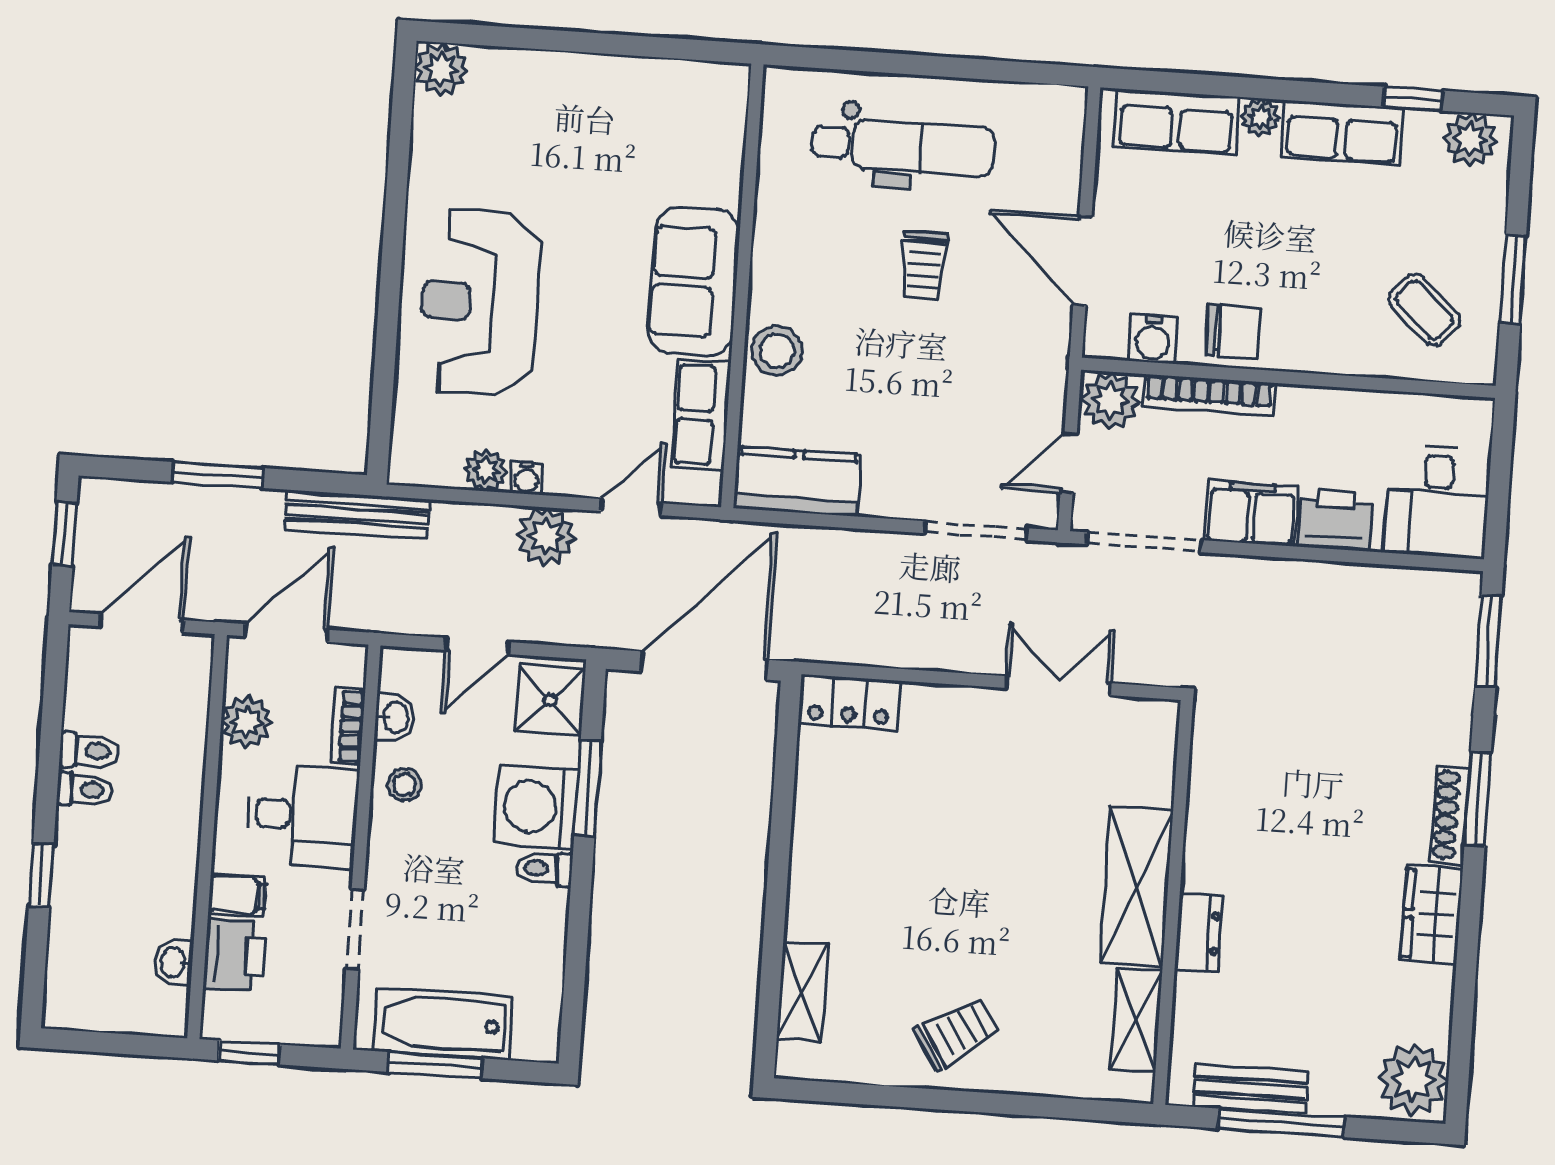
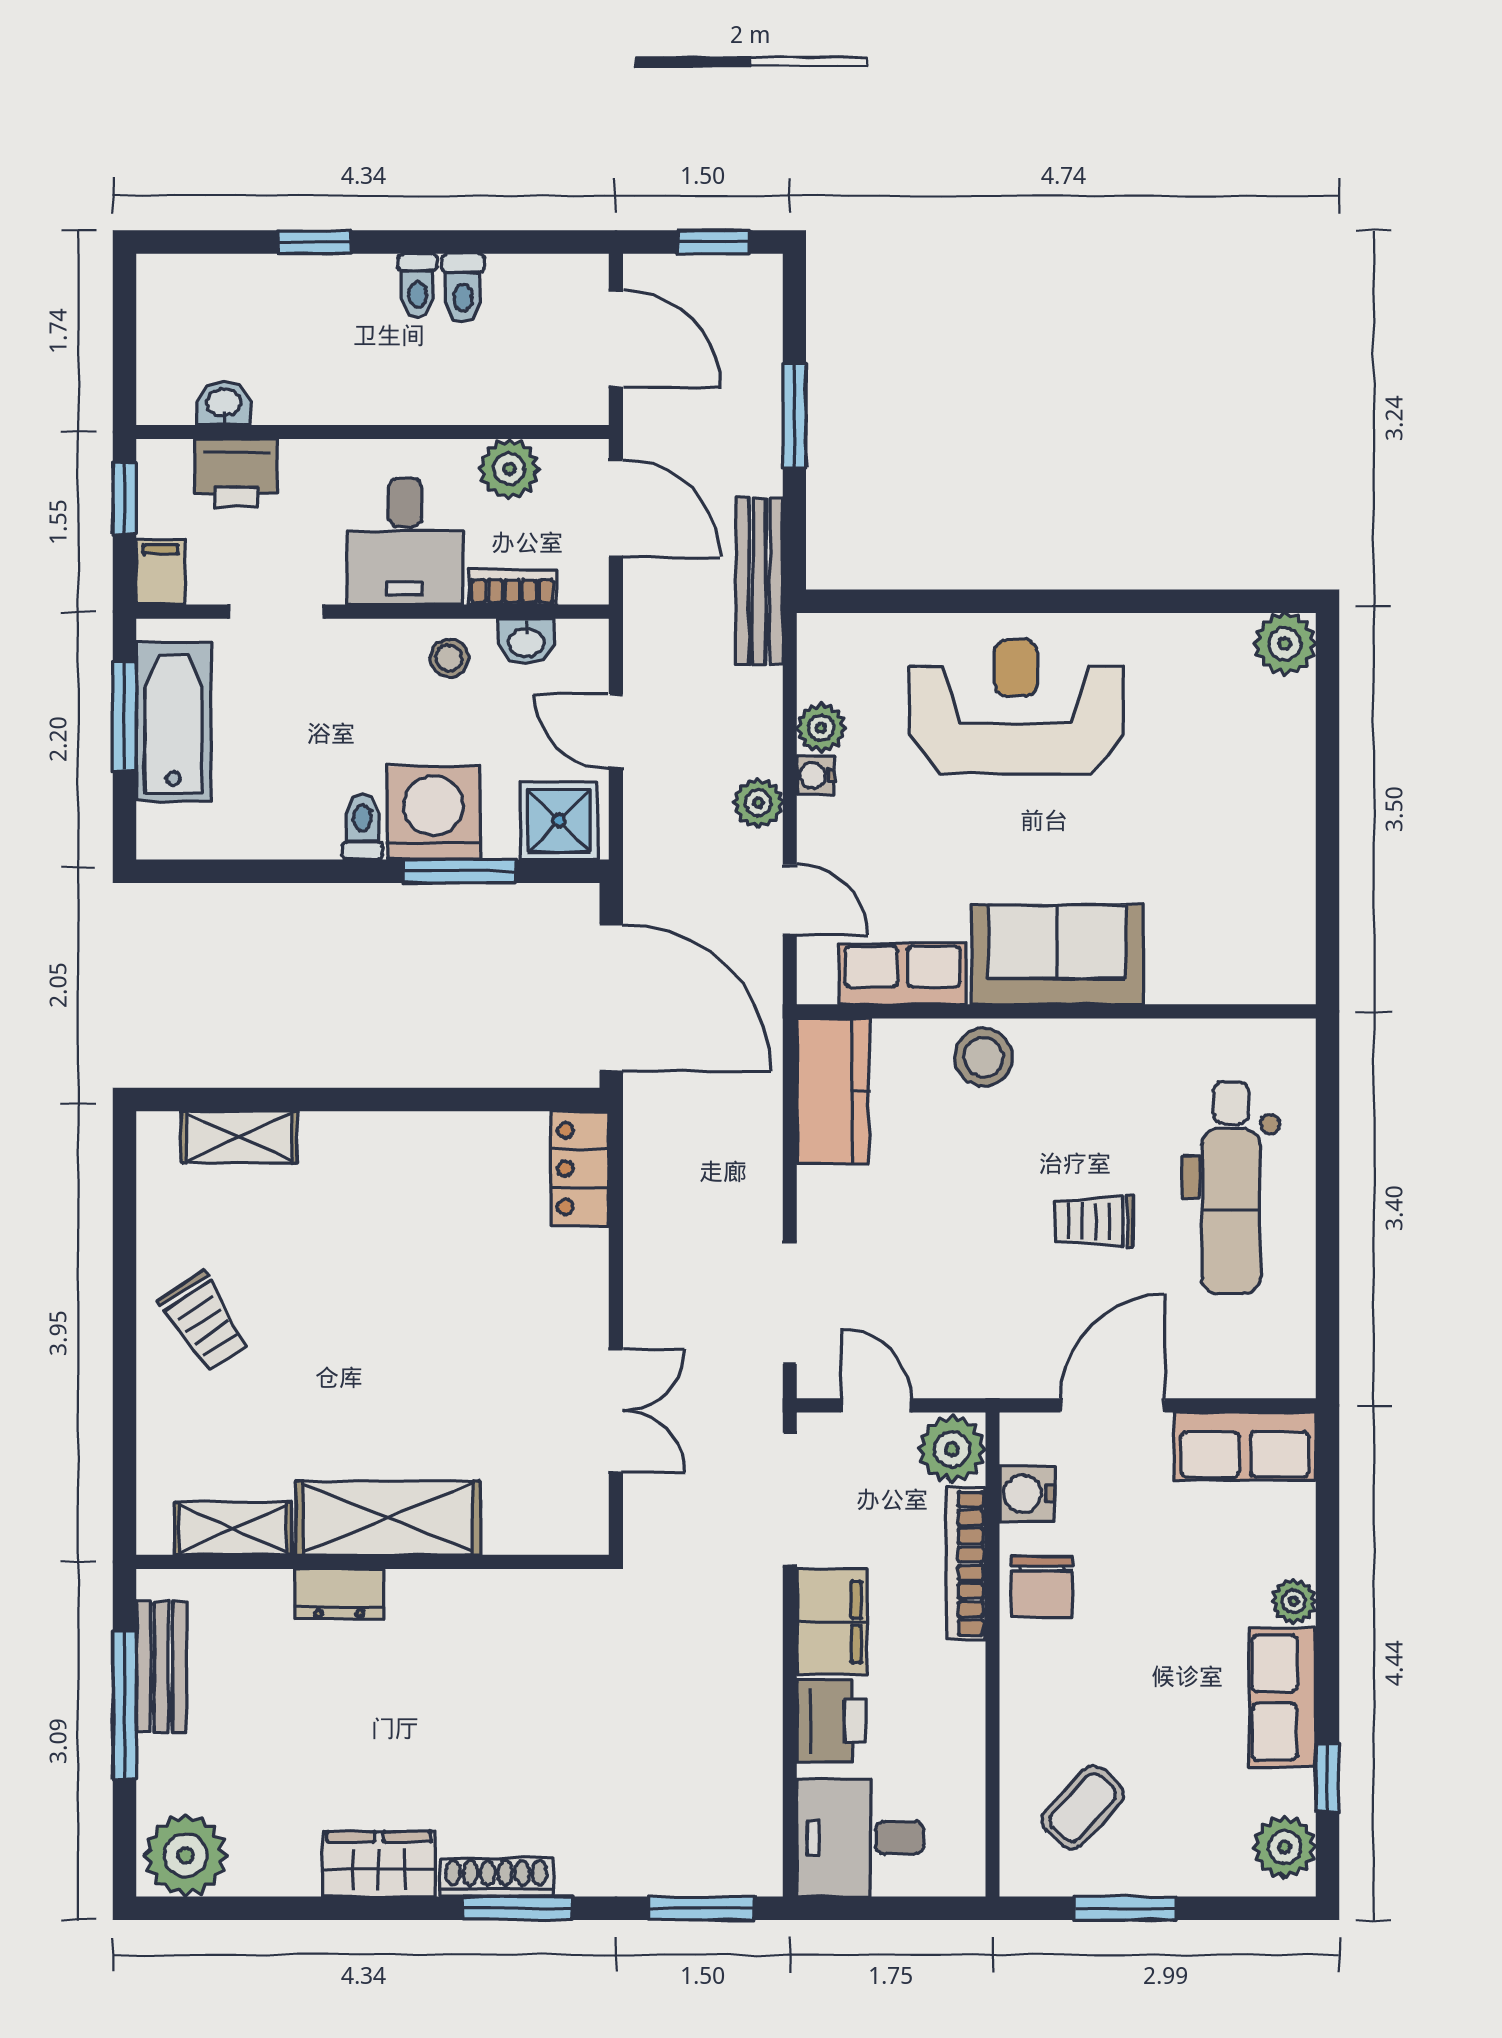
row of seats: (1176, 122) -> (1245, 1446), moved, turned -90
plant: (546, 536) -> (758, 803), width x0.73, depth x0.73
filing cabinet: (237, 895) -> (161, 572), moved, turned 180

